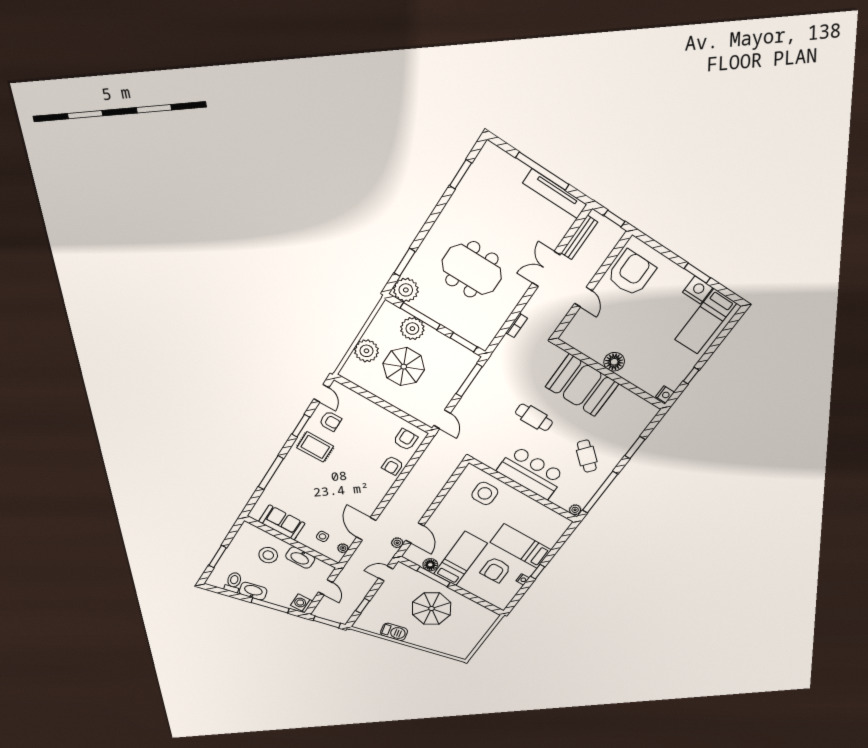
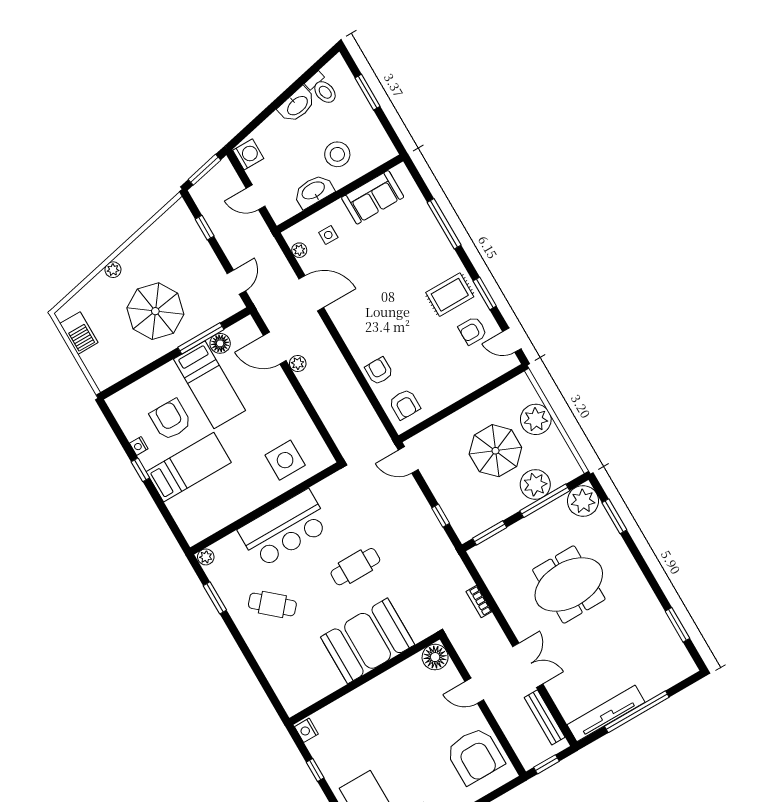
floor lamp: (614, 362) -> (435, 657), moved
window: (469, 380) -> (441, 516), width x0.46
window: (635, 448) -> (254, 666), removed
window: (600, 492) -> (215, 598), width x0.47
plant: (397, 543) -> (298, 363), moved
window: (270, 606) -> (265, 114), removed
barbecue: (394, 632) -> (79, 333), moved, turned -78
plant: (420, 642) -> (113, 270), added

